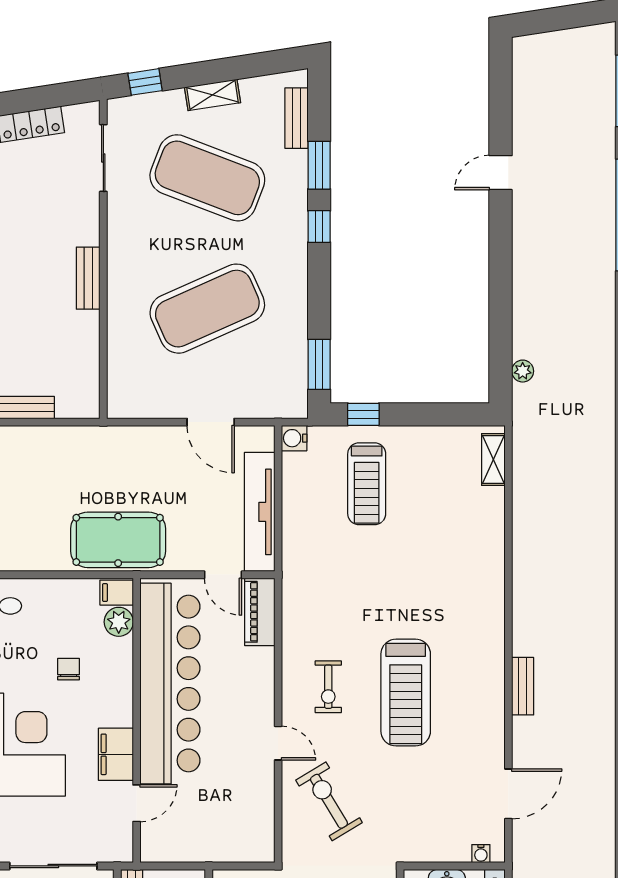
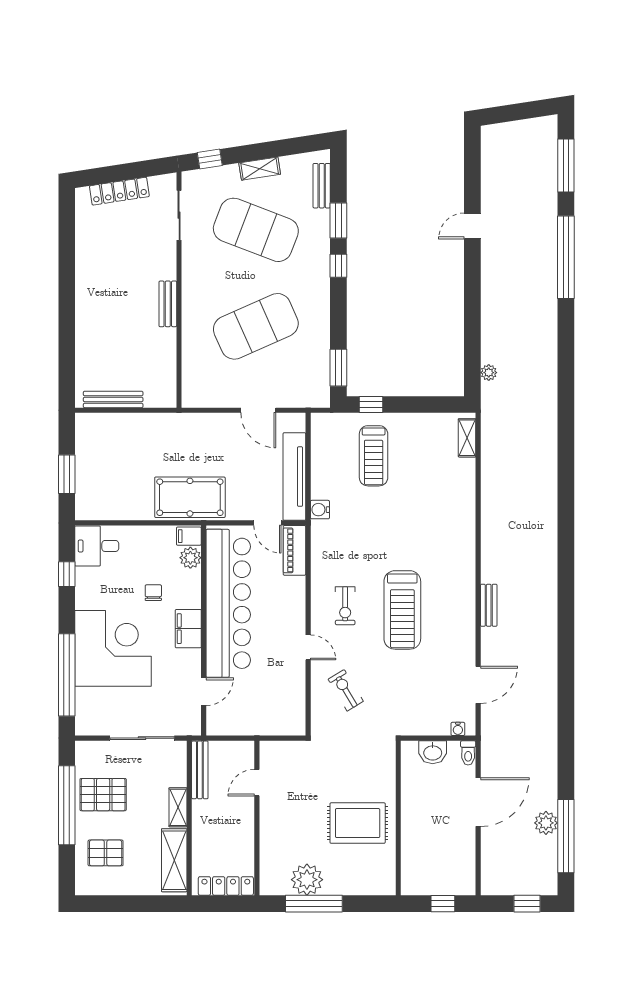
water cooler: (294, 438) -> (320, 510), moved
filing cabinet: (116, 754) -> (188, 629), moved
exercise bike: (329, 801) -> (346, 690), width x0.73, depth x0.72

